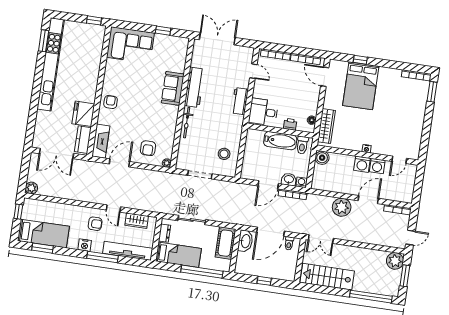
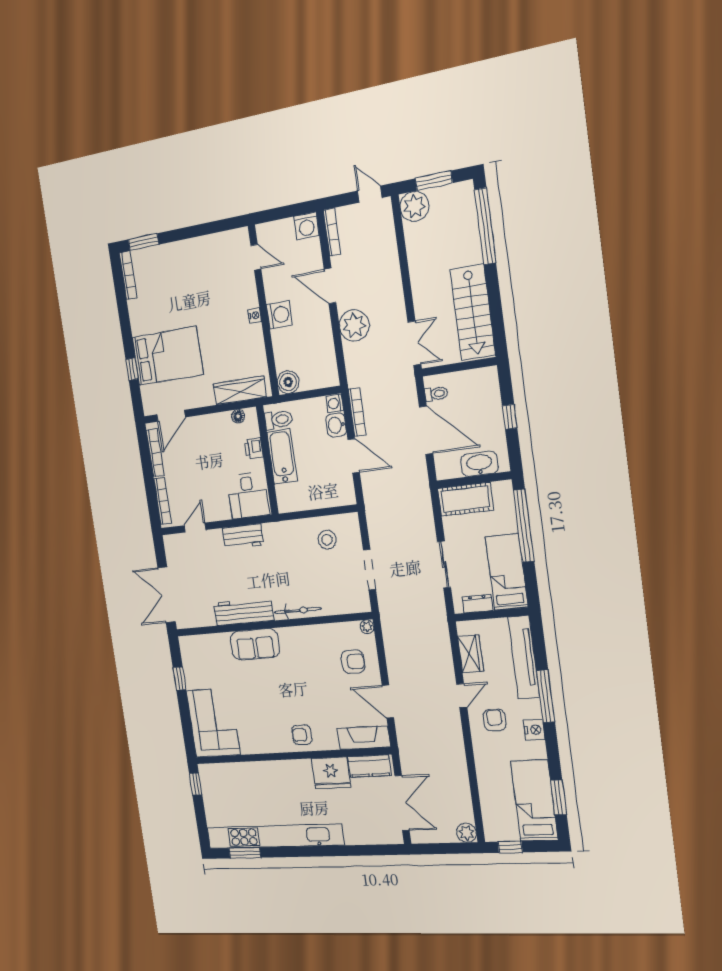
washing machine: (377, 166) -> (306, 226), moved, turned 90
washbasin: (245, 241) -> (479, 464), moved

